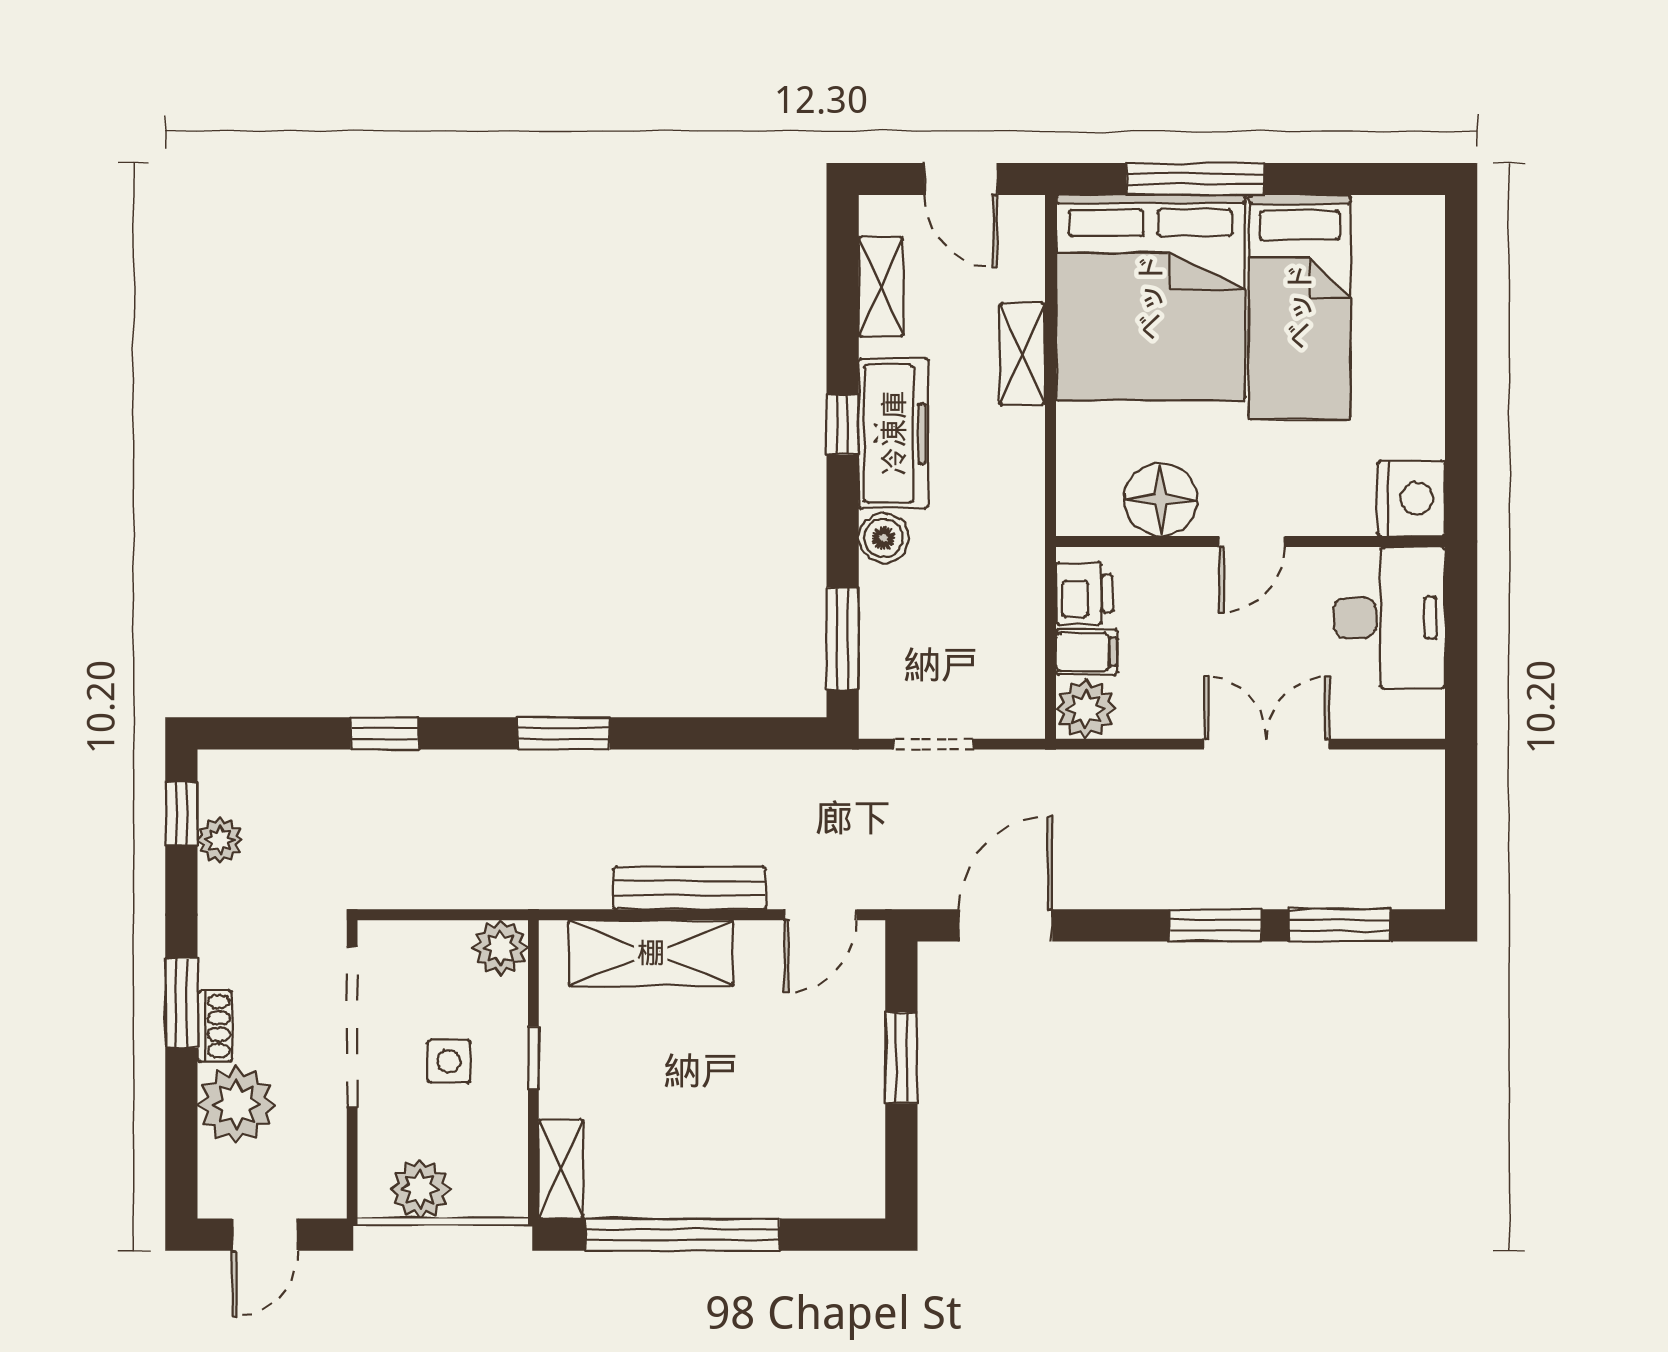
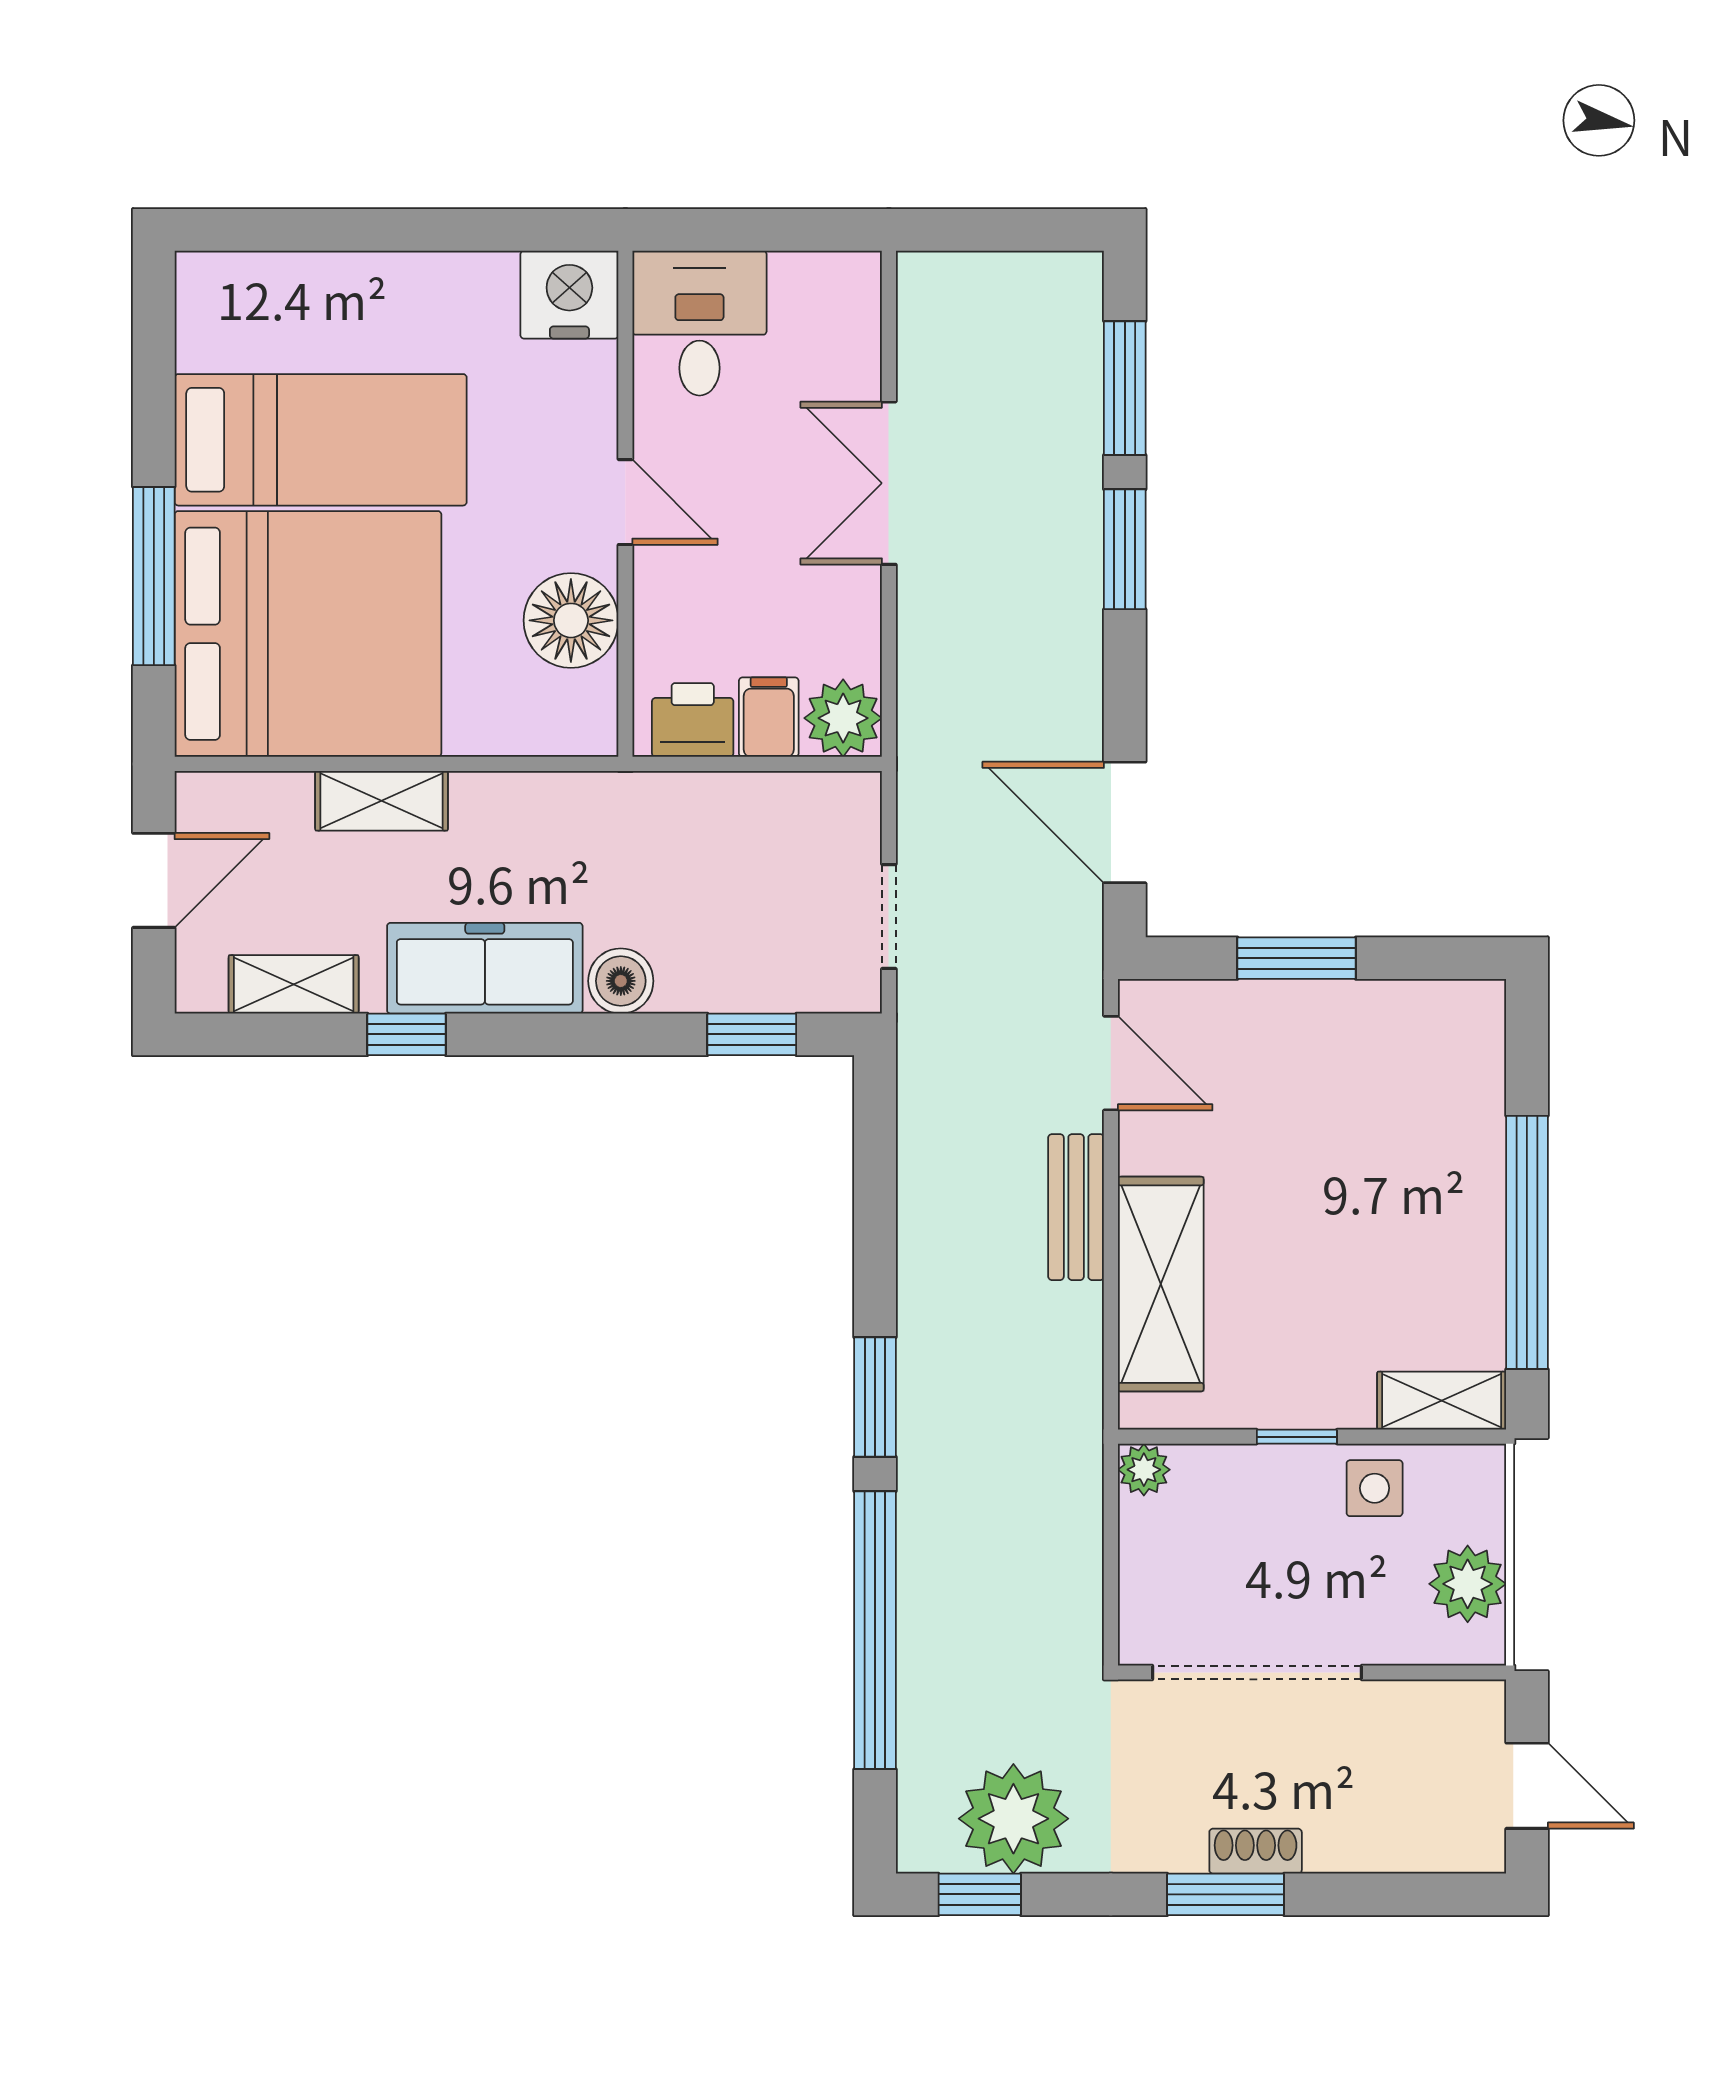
window: (843, 425) -> (407, 1034), moved
desk: (1389, 618) -> (699, 323), width x0.73
window: (843, 639) -> (752, 1034), width x0.67
window: (385, 733) -> (875, 1630), width x3.17
plant: (220, 840) -> (1013, 1819), width x1.88, depth x1.88
bench: (689, 888) -> (1076, 1207), width x0.73
plant: (500, 948) -> (1144, 1470), width x0.73, depth x0.73
side table: (449, 1061) -> (1375, 1488), moved
plant: (236, 1105) -> (1358, 1823), removed

